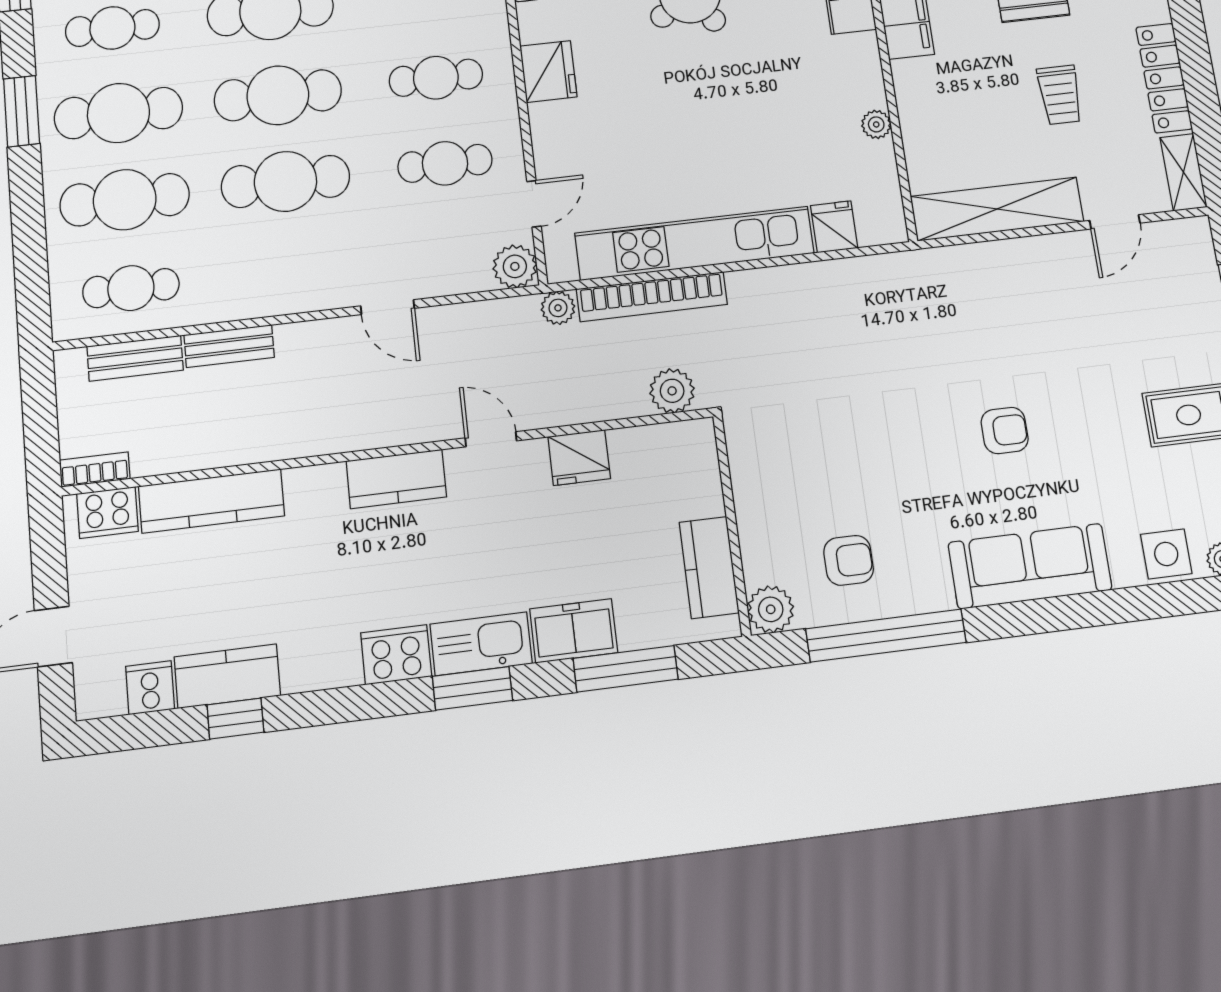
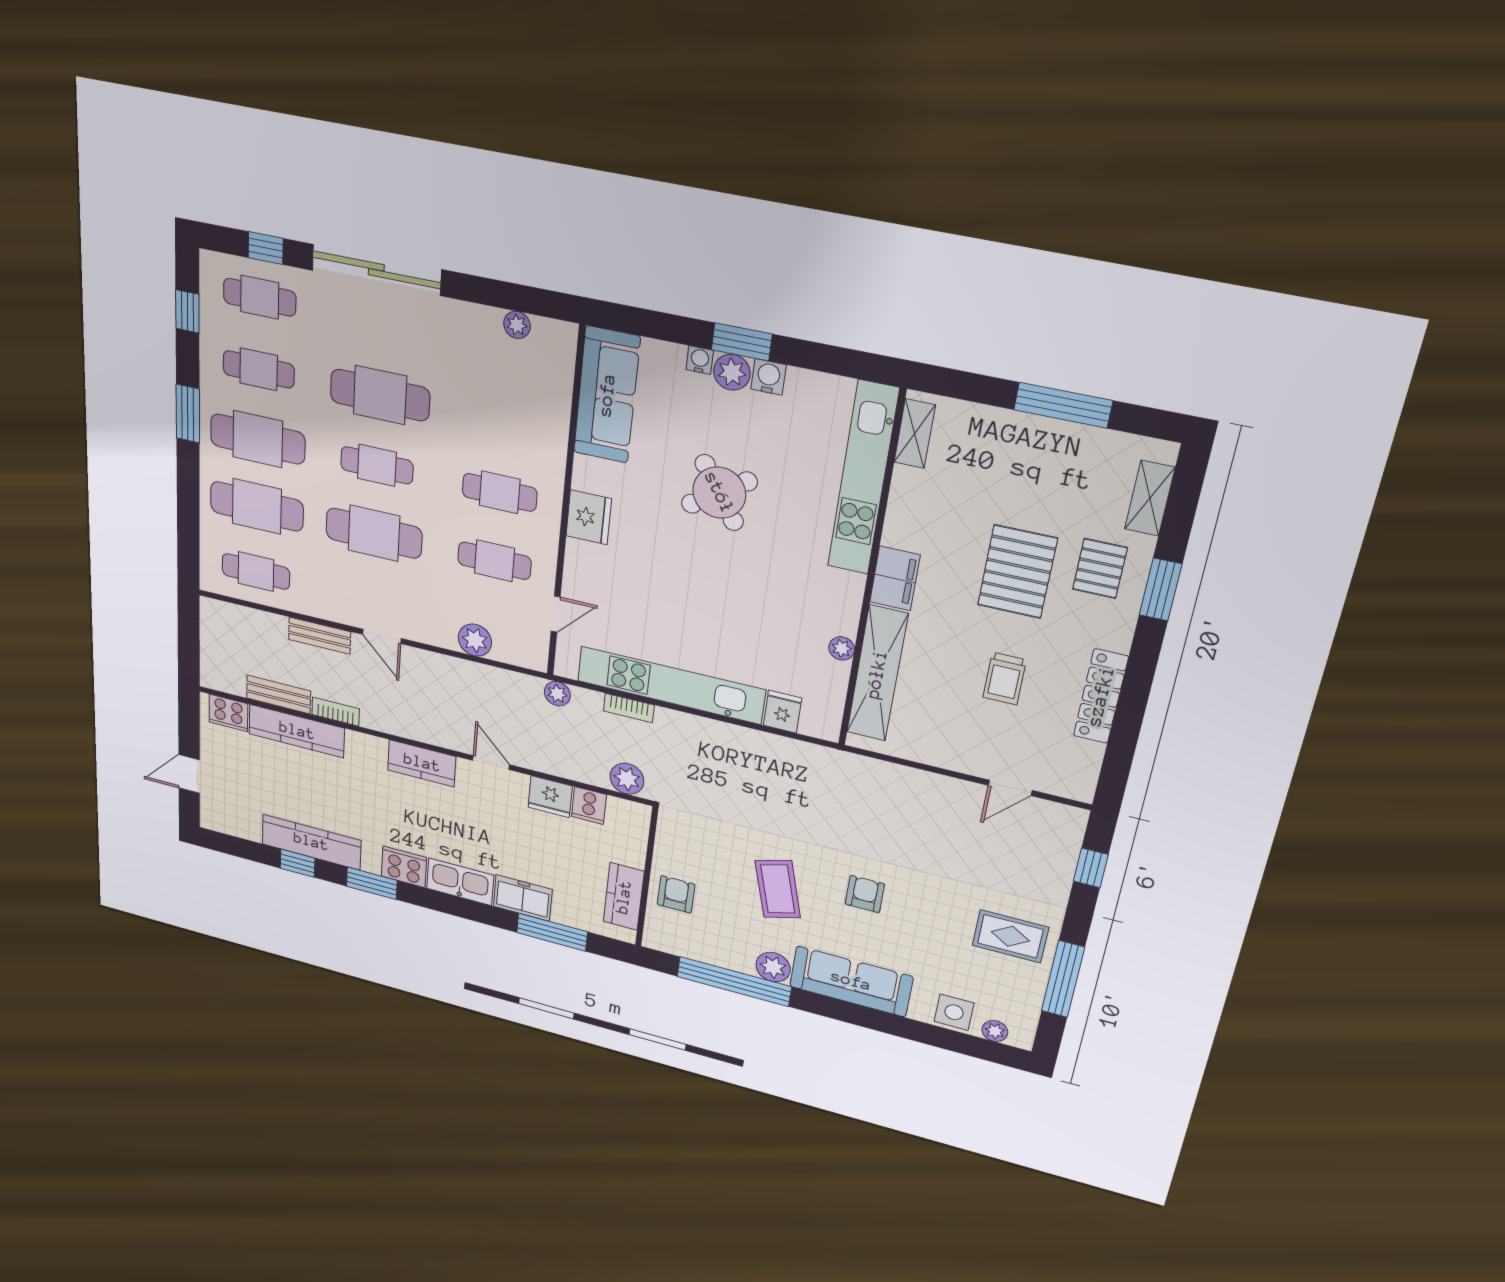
cafe table: (278, 95) -> (377, 465), width x0.73, depth x0.74
shelving: (1184, 172) -> (1084, 773), removed
shelving: (997, 209) -> (877, 674), moved, turned 90
plant: (515, 266) -> (475, 640), moved
bookcase: (652, 297) -> (629, 708), width x0.43, depth x0.76
door: (388, 307) -> (382, 636), moved
bench: (135, 358) -> (279, 694), moved
armchair: (1005, 430) -> (865, 894), turned -90
bookcase: (95, 469) -> (336, 712), moved
coffee table: (900, 469) -> (778, 889), added
armchair: (849, 560) -> (676, 894), moved, turned -90
plant: (771, 609) -> (773, 967), moved
kitchen counter: (227, 676) -> (311, 842), width x1.50
cooker: (150, 688) -> (589, 806), moved, turned 180
window: (472, 688) -> (372, 883), moved

